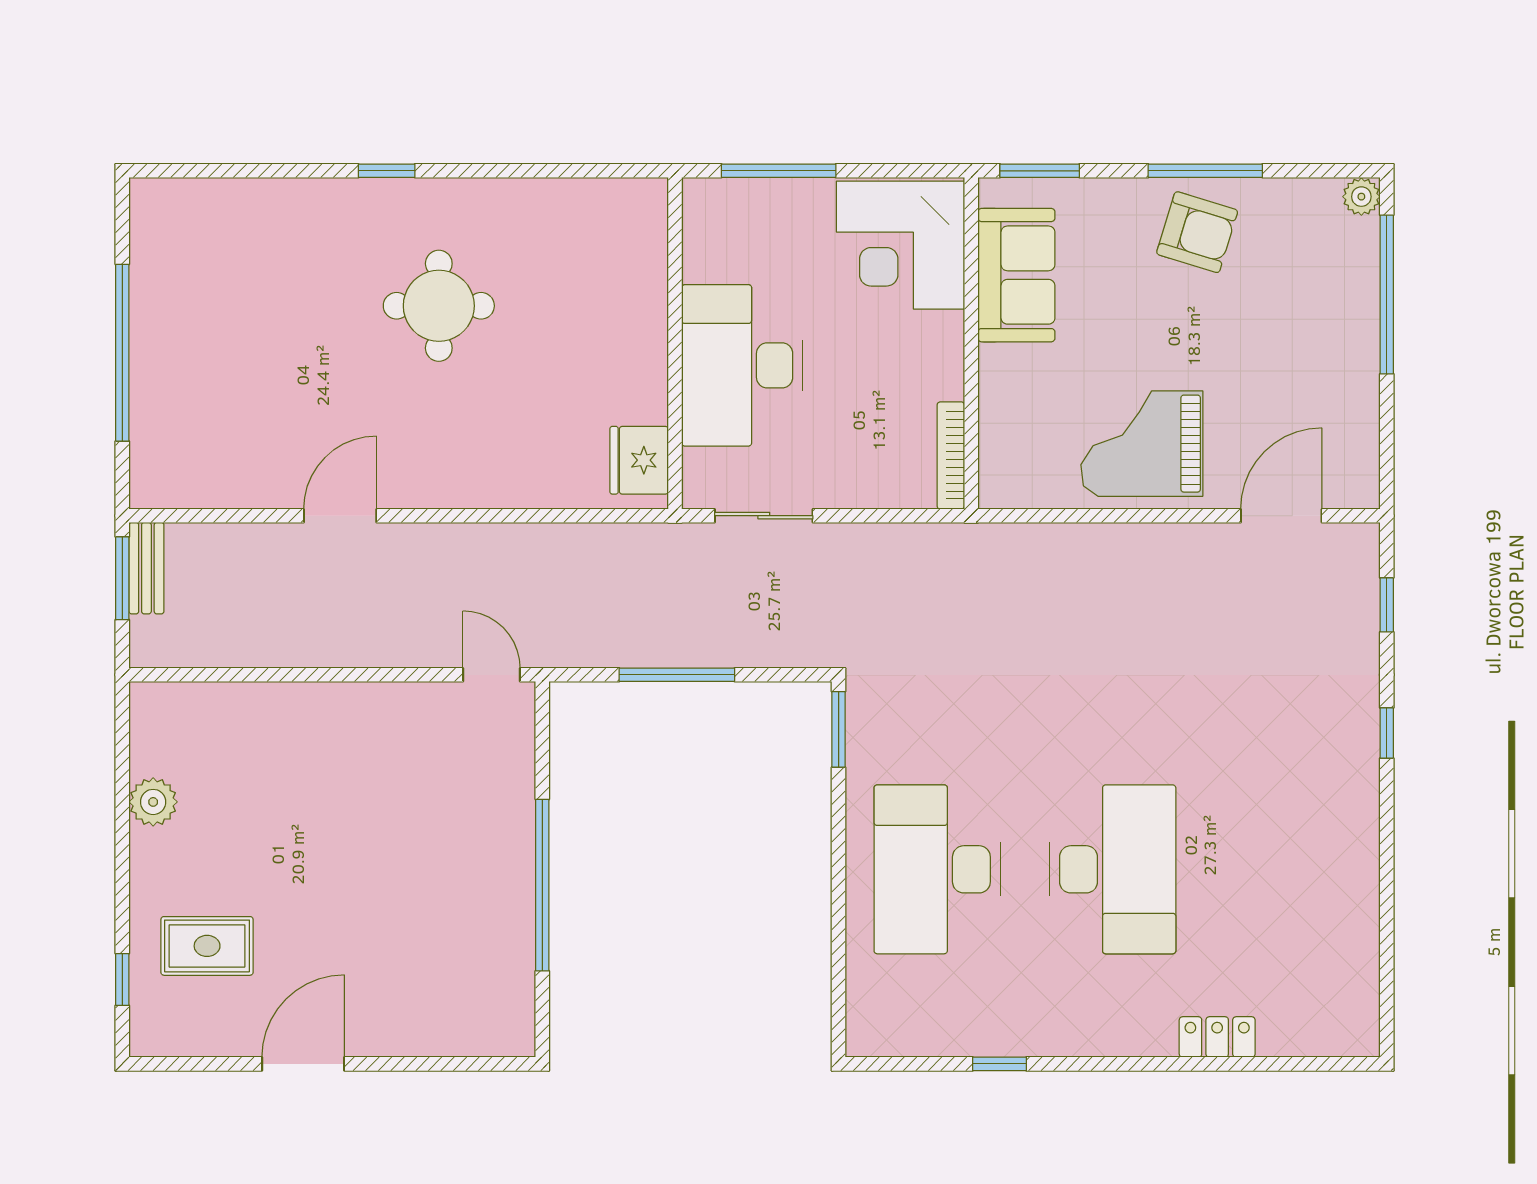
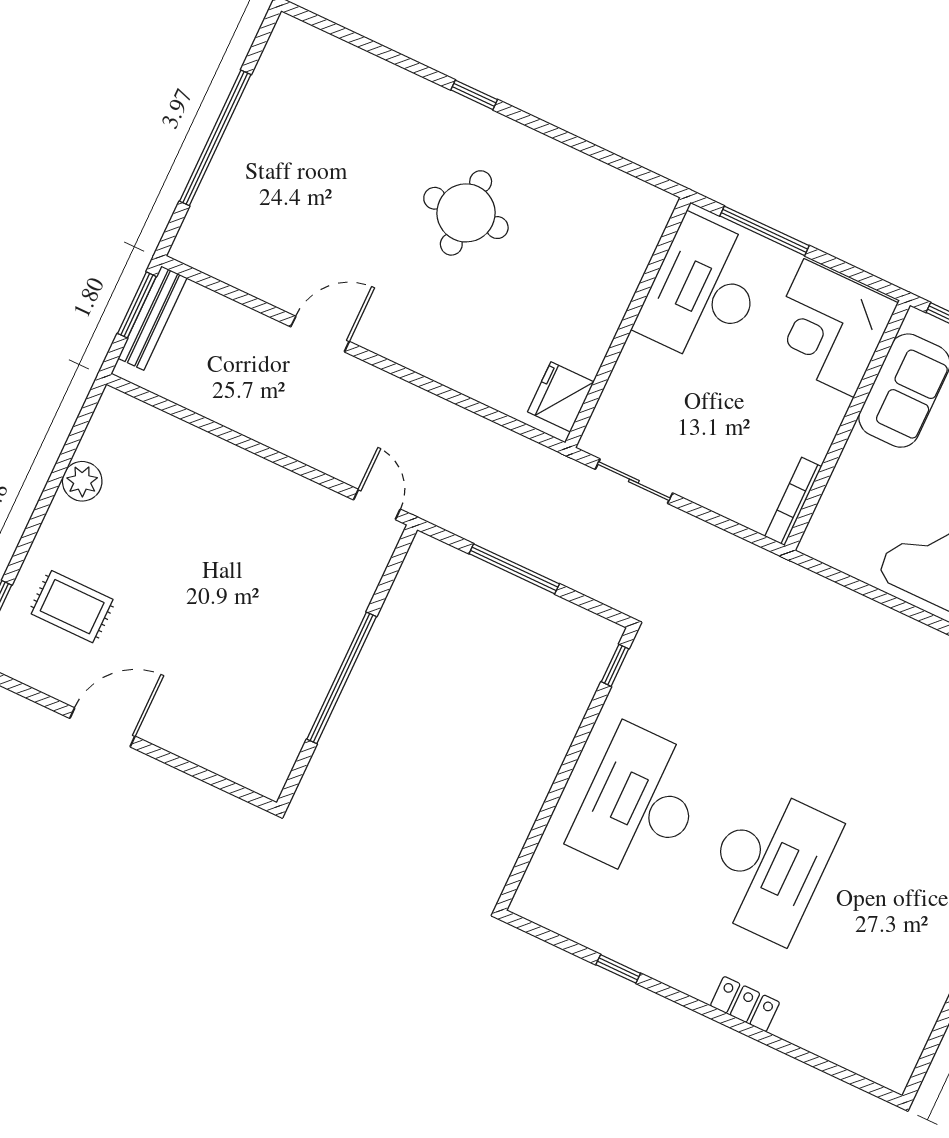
desk: (742, 365) -> (703, 291), moved
bench: (146, 568) -> (153, 318), width x1.36
window: (839, 729) -> (615, 665), width x0.67
locker: (1217, 1037) -> (745, 1004), moved

